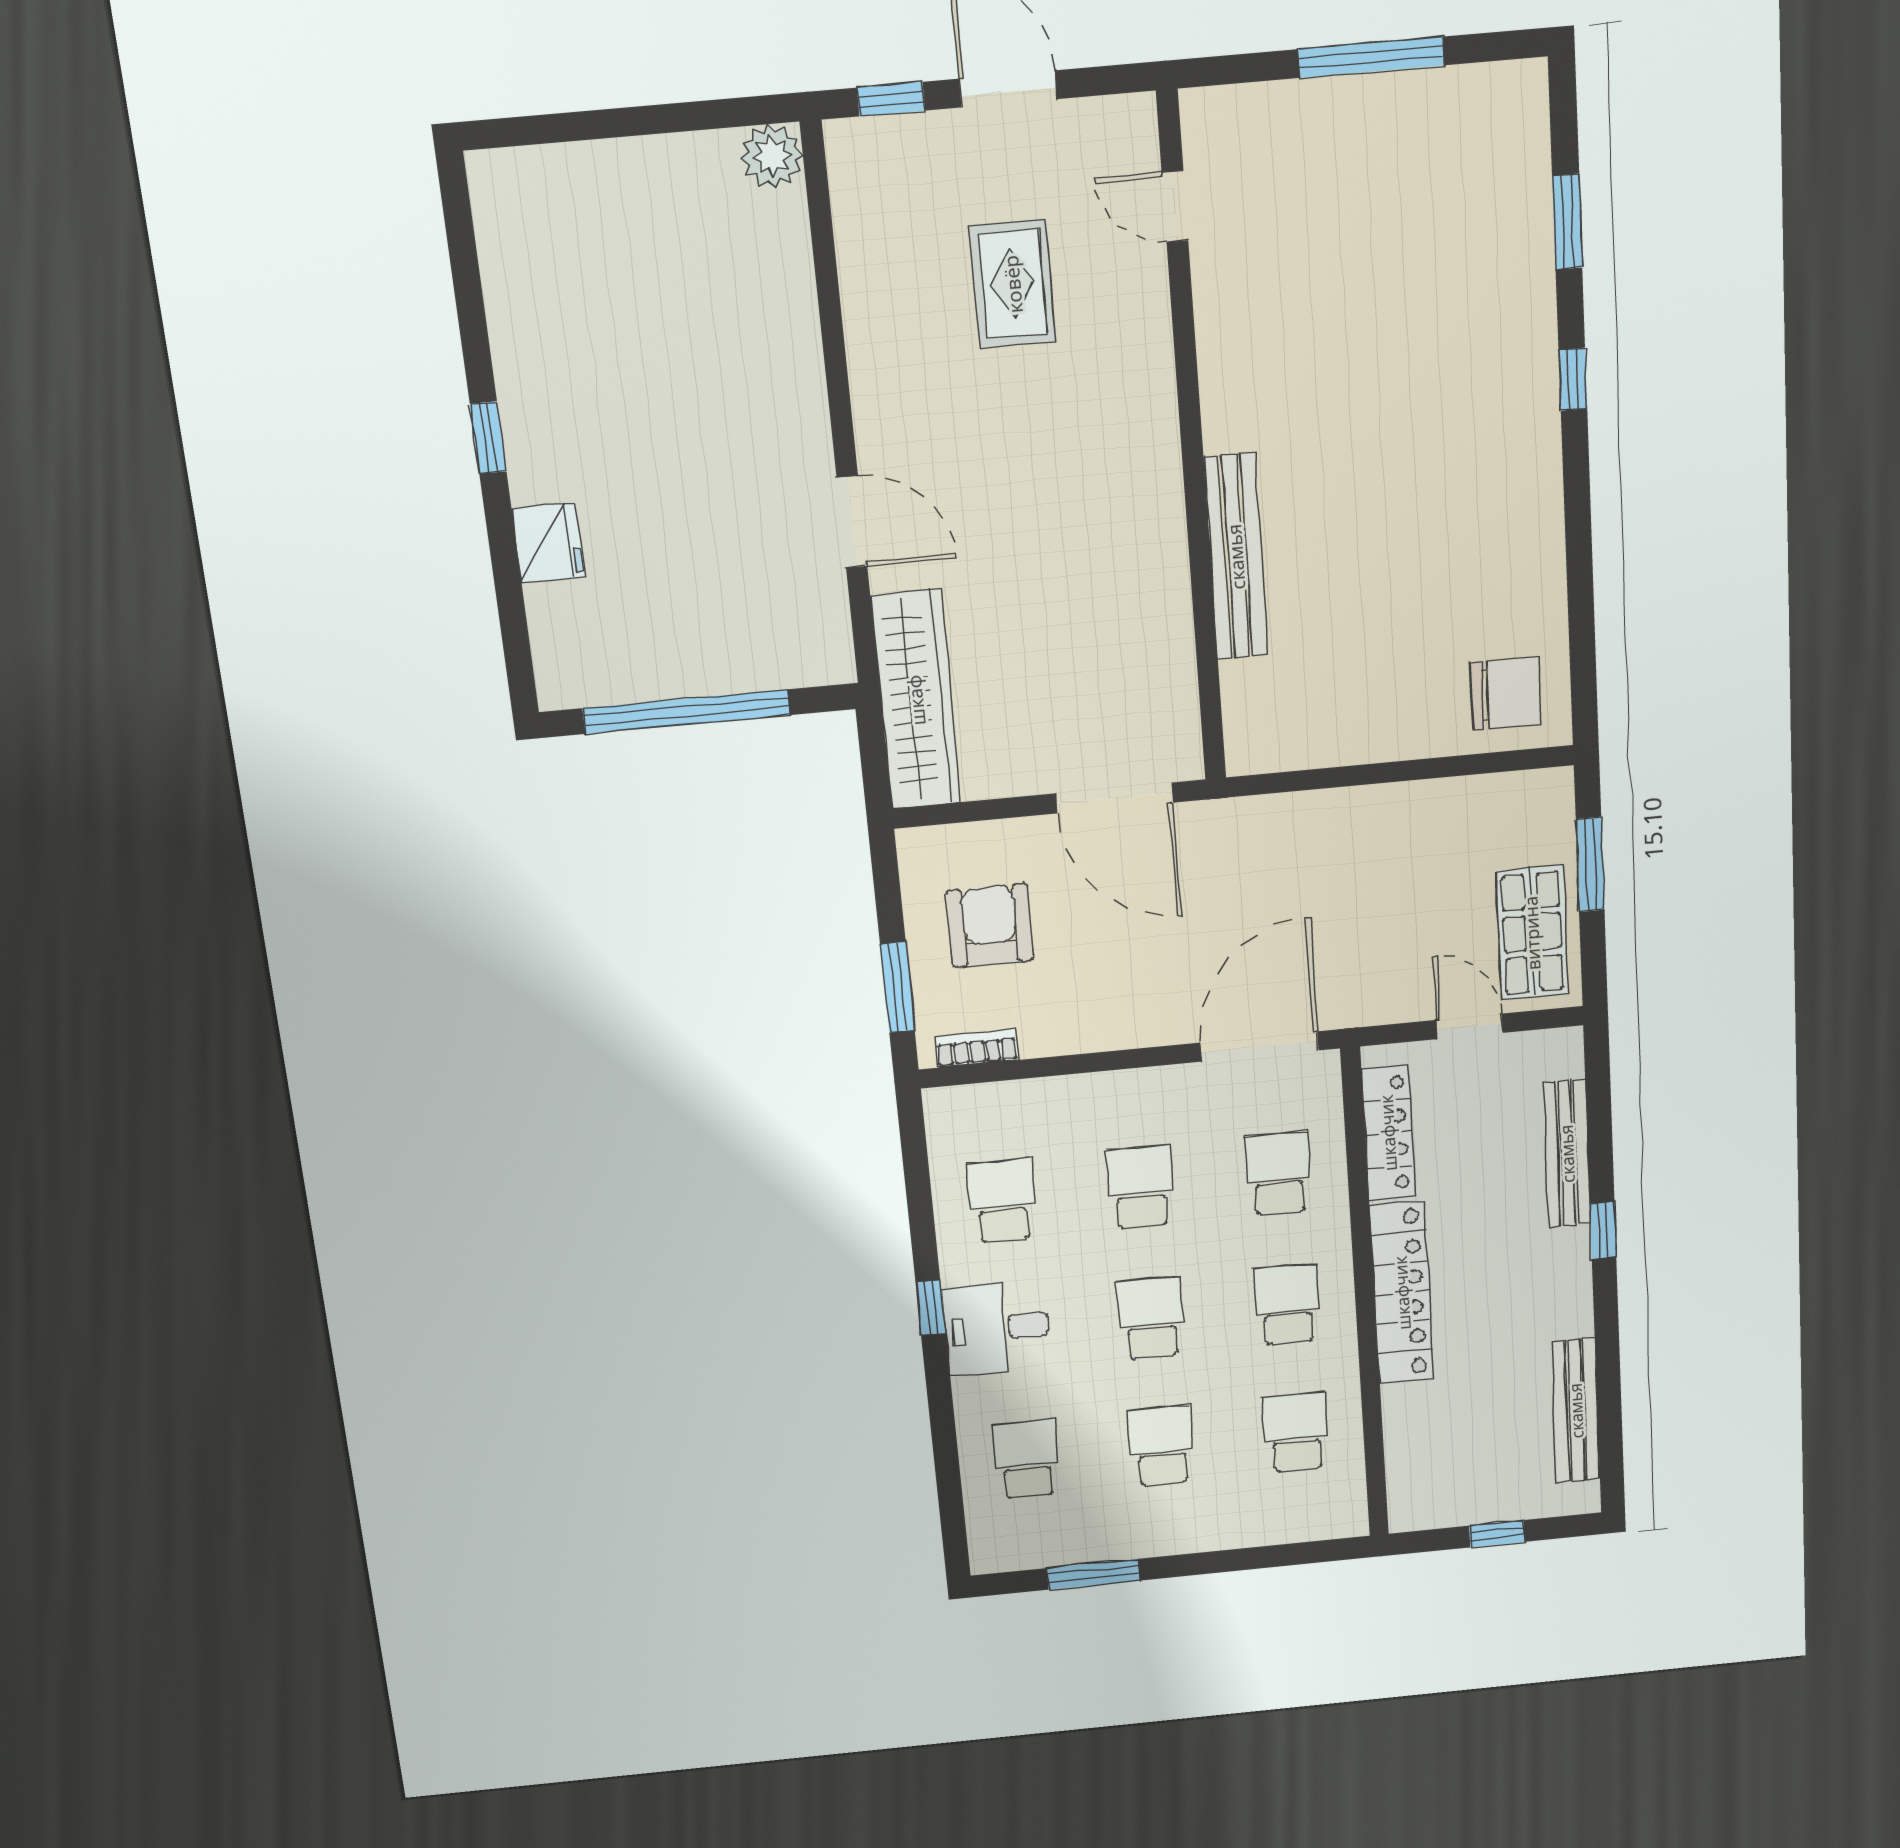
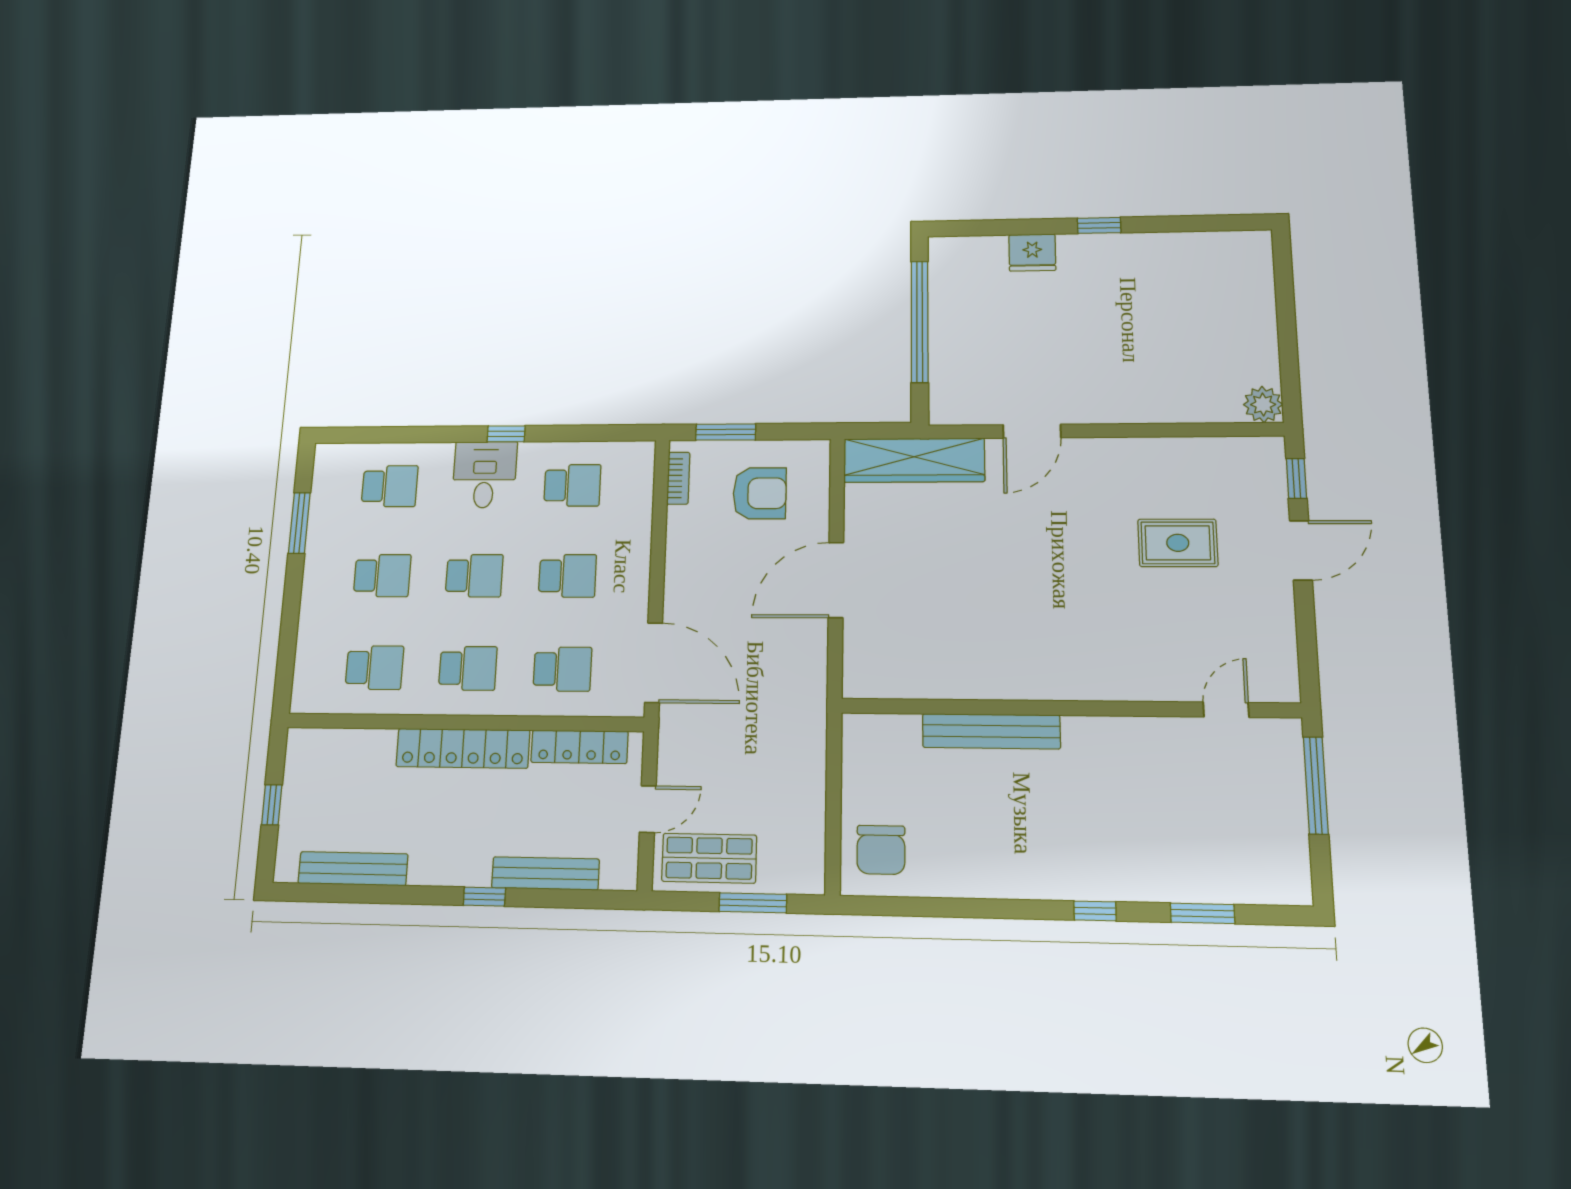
door: (1175, 206) -> (1226, 710), moved
wall: (1192, 445) -> (1068, 708), moved
bench: (1236, 557) -> (991, 731), moved

